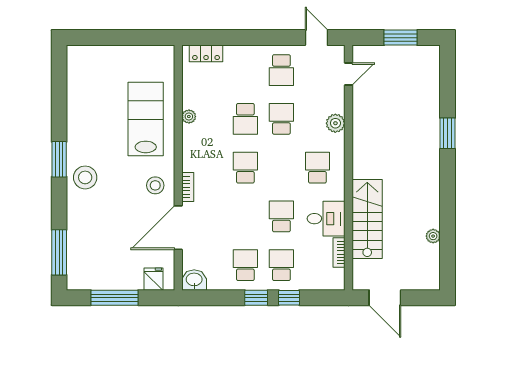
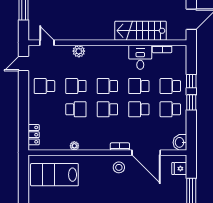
school desk: (281, 70) -> (44, 86), turned 180
lab bench: (146, 119) -> (54, 175), moved
school desk: (317, 168) -> (107, 86), moved
school desk: (245, 216) -> (139, 109), added

